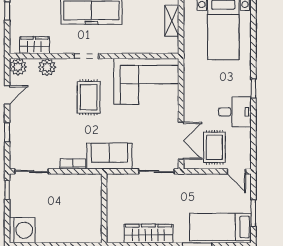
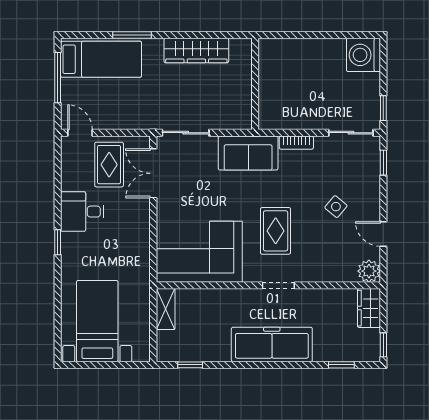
shelving: (172, 21) -> (166, 309), moved
wardrobe: (34, 45) -> (369, 308), moved, turned 90
plant: (47, 67) -> (331, 271), removed
door: (7, 95) -> (383, 234), hinge flipped
side table: (43, 116) -> (336, 207), added
window: (7, 132) -> (383, 163), moved
window: (253, 213) -> (58, 78), width x1.44

